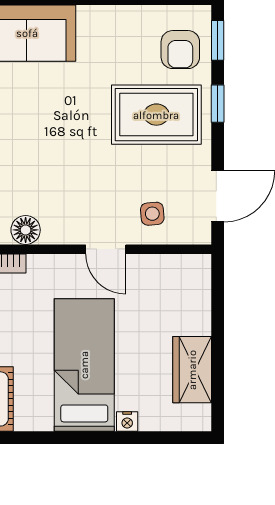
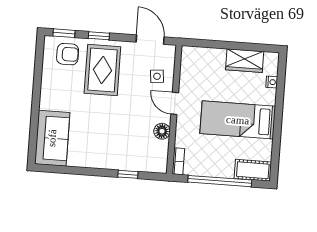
floor lamp: (26, 230) -> (162, 131), moved
door: (106, 249) -> (175, 103), swing flipped
nightstand: (127, 421) -> (272, 82), moved

